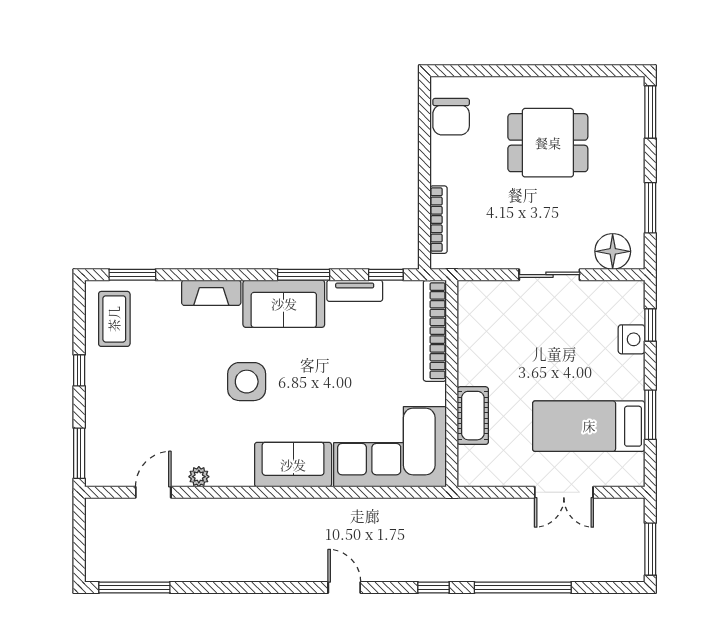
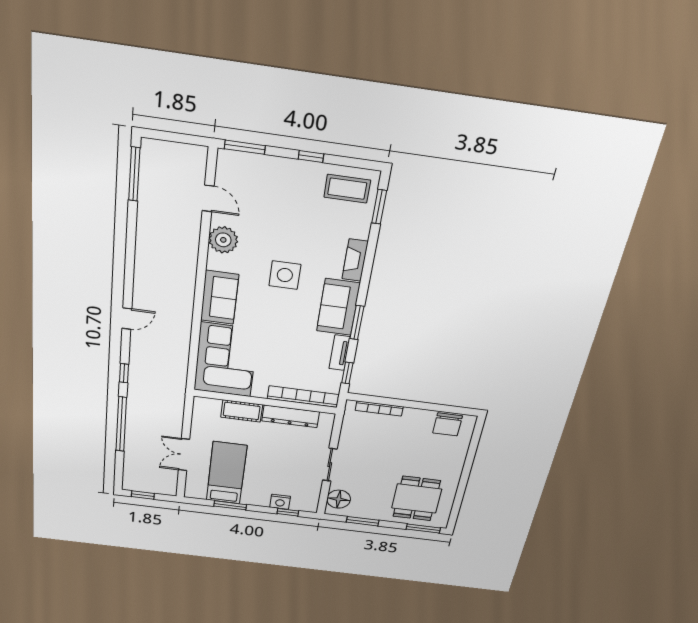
chair: (451, 117) -> (447, 424), turned -90
dining table: (548, 143) -> (417, 499), moved
dresser: (472, 344) -> (291, 416), added
plant: (199, 477) -> (223, 240), width x1.88, depth x1.88
window: (650, 549) -> (143, 495), width x0.67

